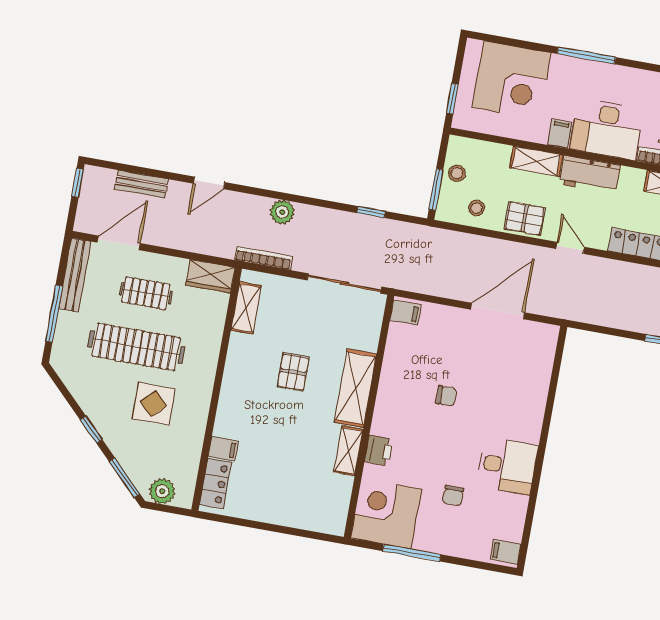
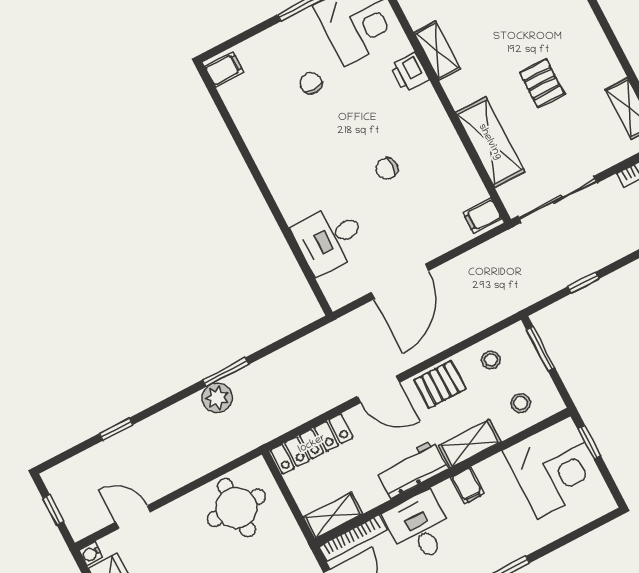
corner desk: (511, 80) -> (554, 467), moved, turned 180
desk: (607, 129) -> (419, 527), width x0.73
stool: (457, 173) -> (521, 403), moved
door: (570, 248) -> (378, 389), width x1.38
shelving: (355, 388) -> (490, 142), moved
desk: (507, 466) -> (330, 239), moved

